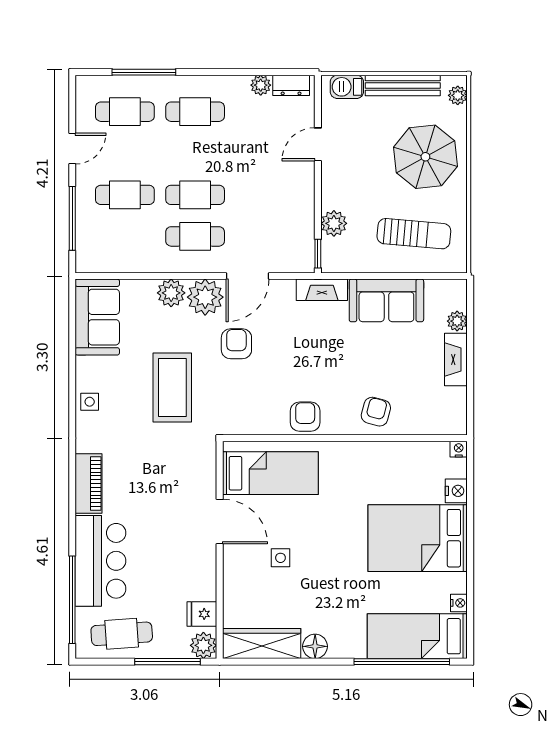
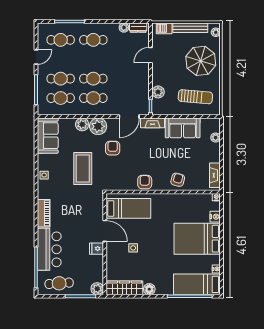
cafe table: (125, 236) -> (61, 98), added
door: (248, 276) -> (129, 116), moved
fireplace: (456, 360) -> (215, 175), moved
fridge: (202, 614) -> (97, 249), moved

